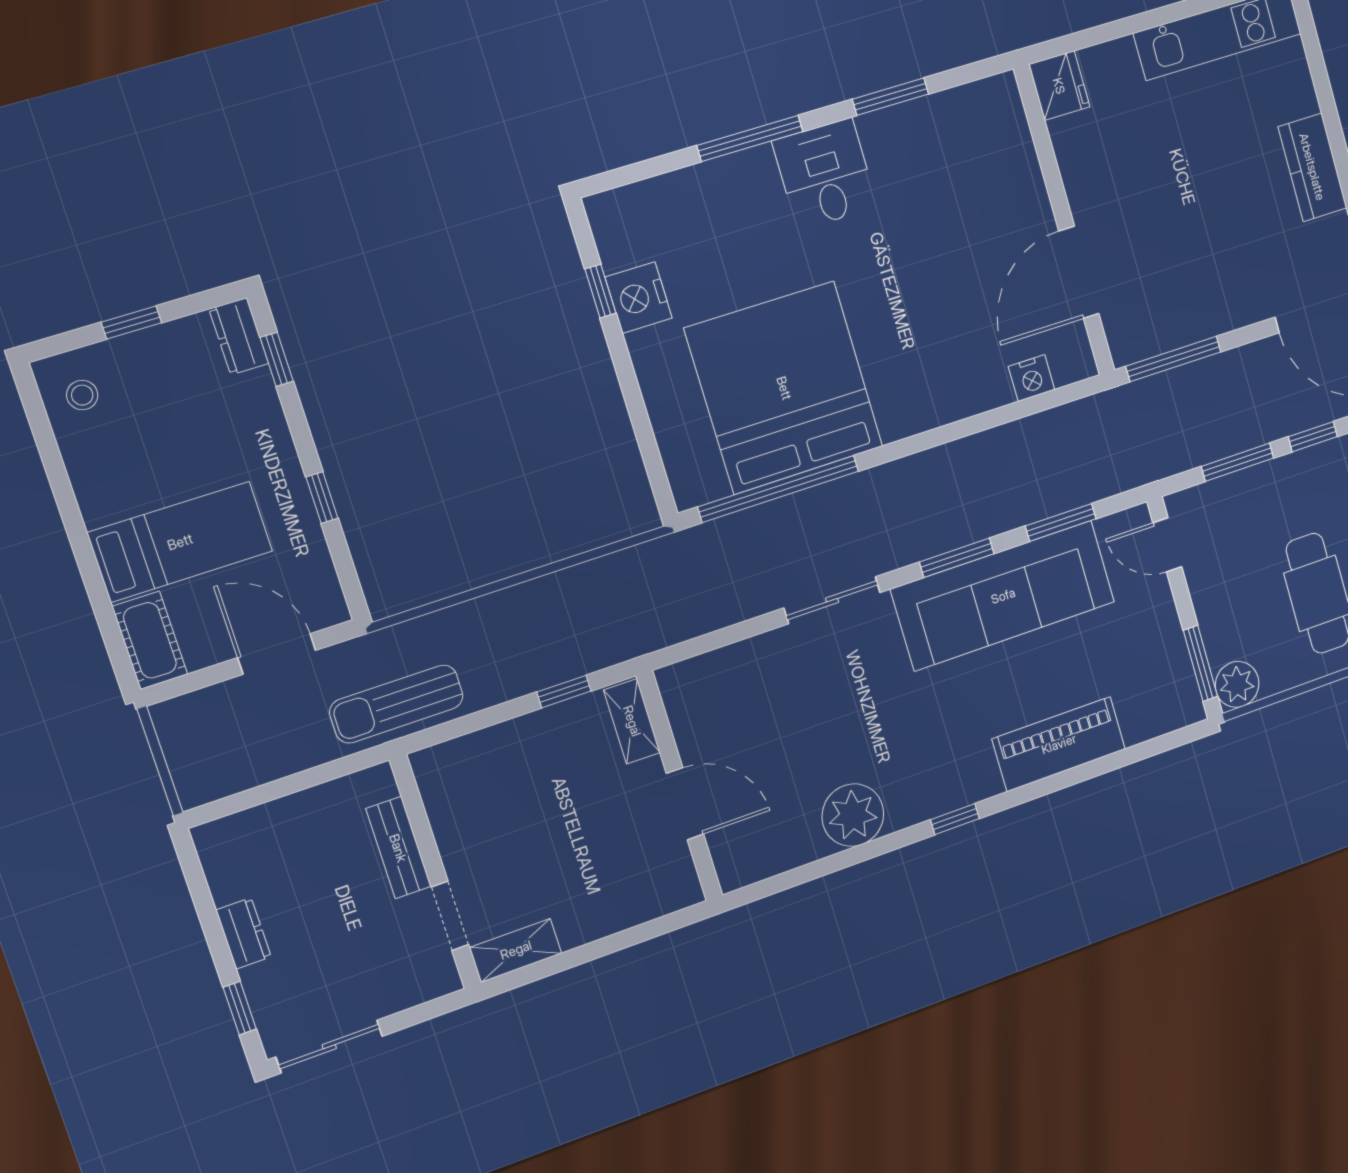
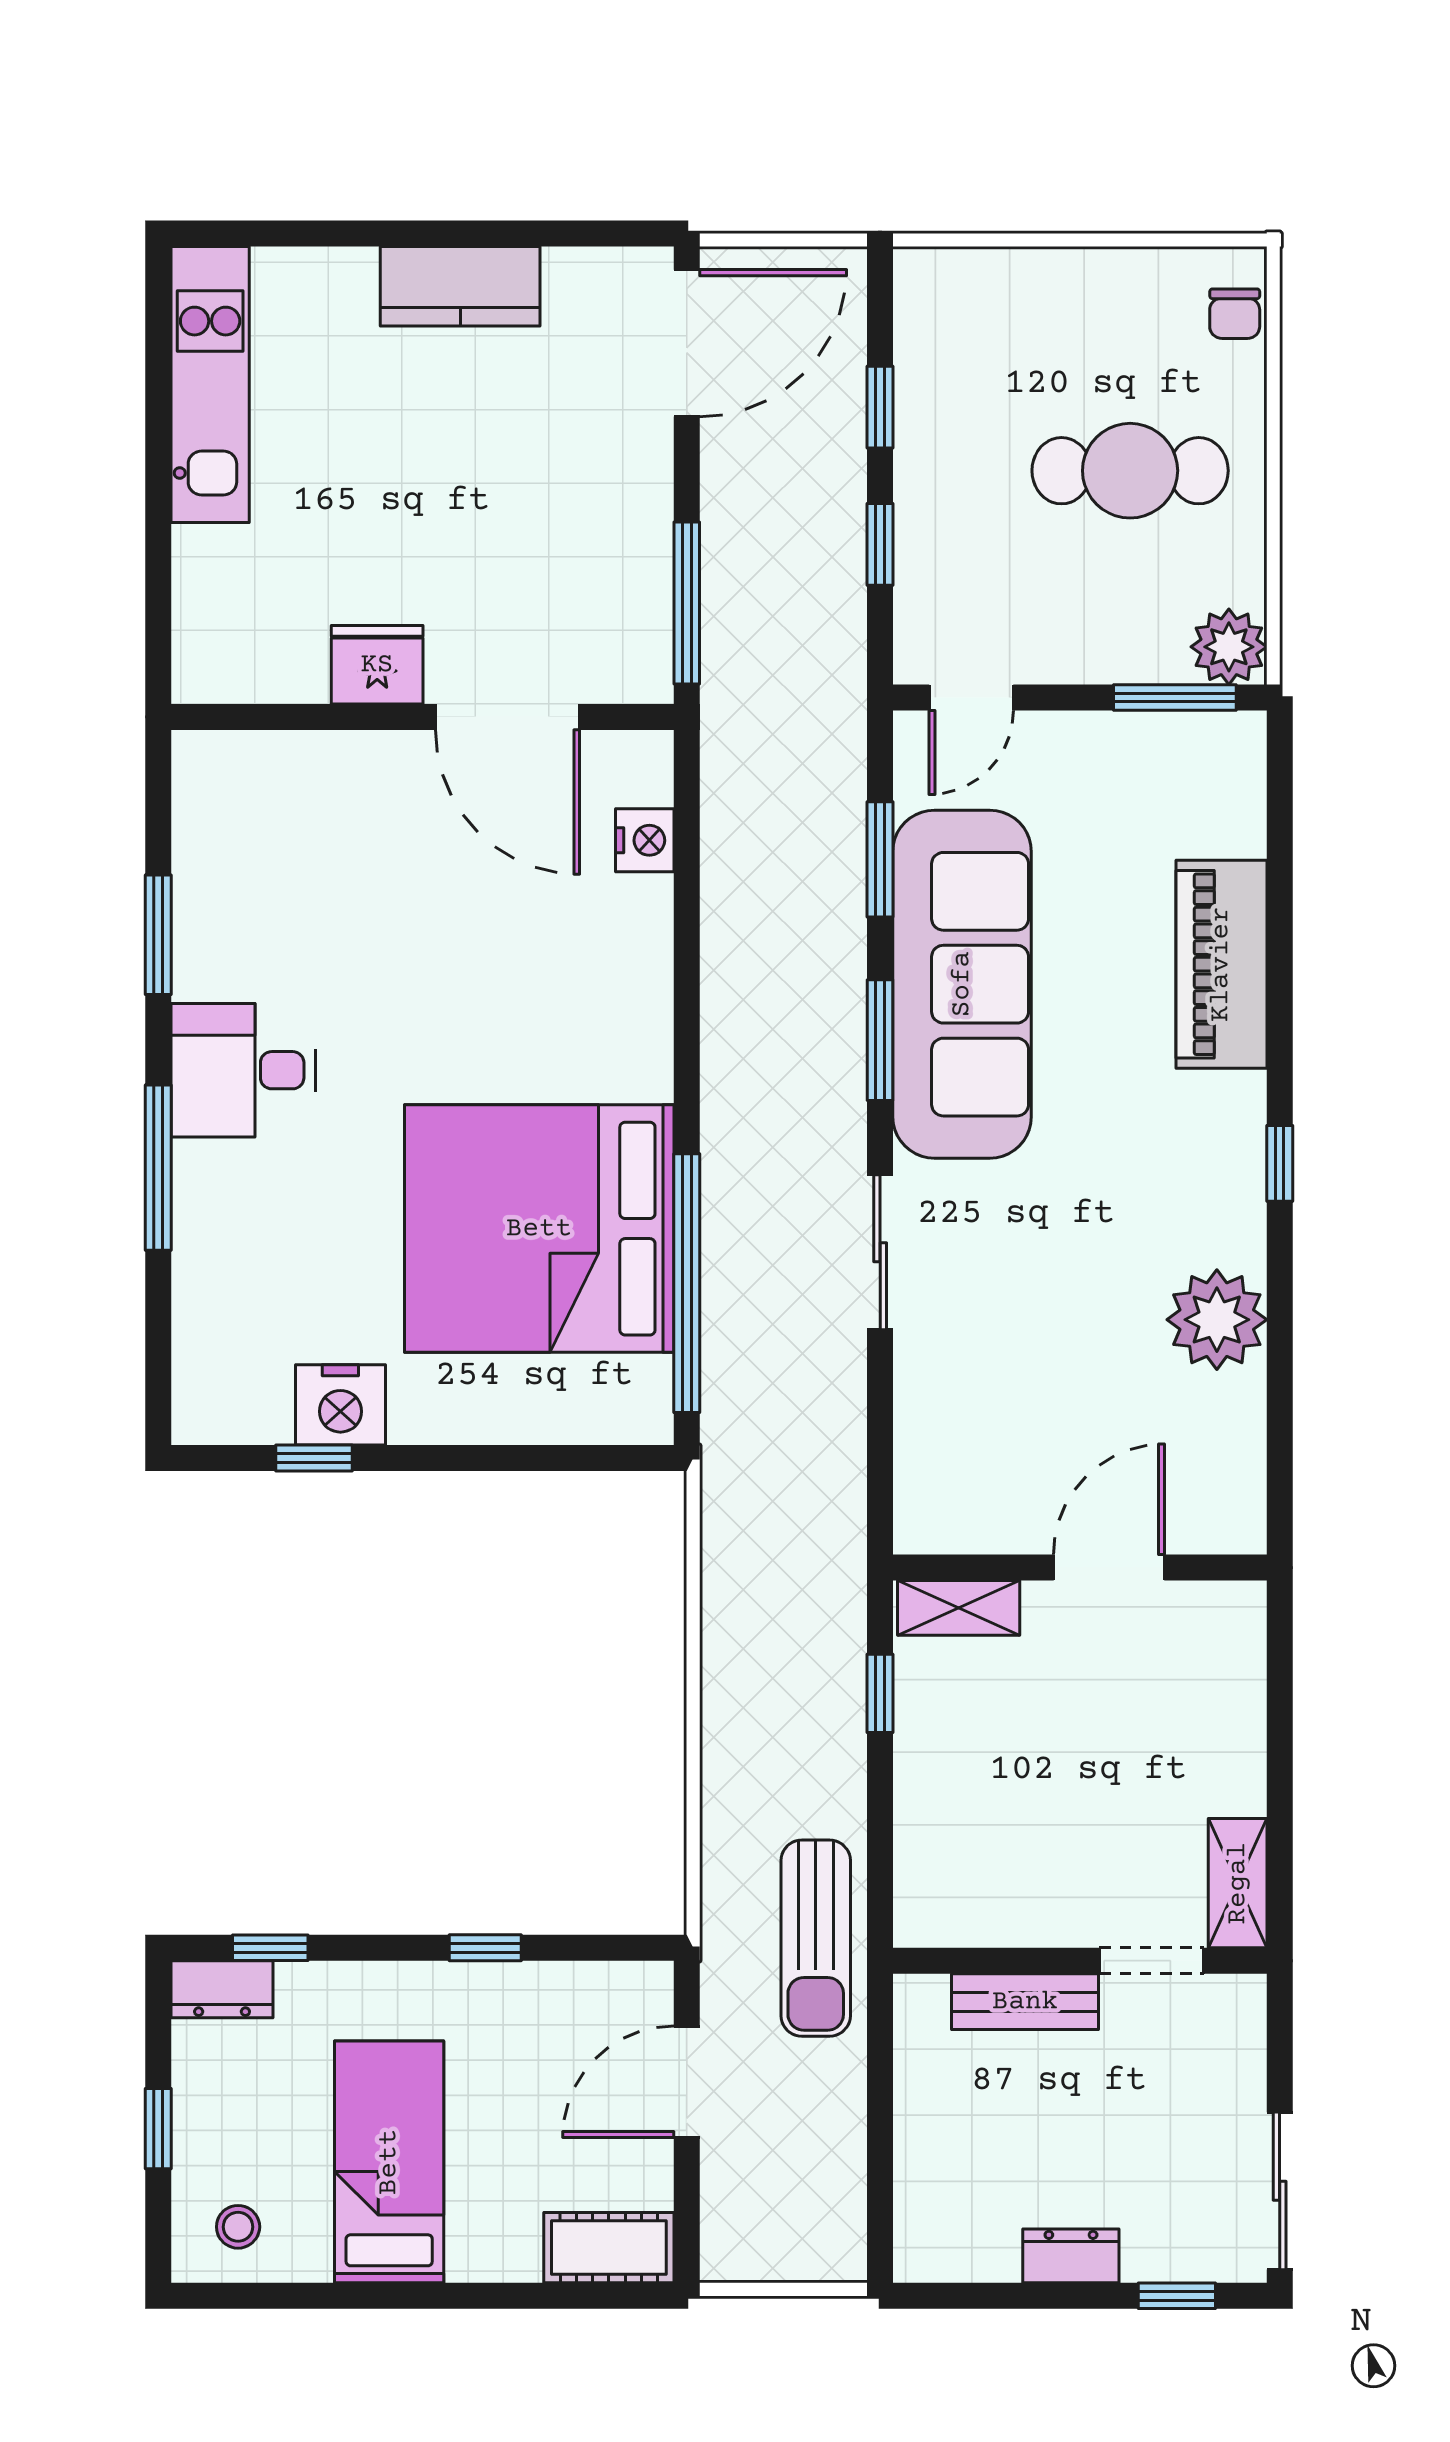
fridge: (1059, 86) -> (377, 665), moved
window: (1238, 462) -> (880, 544), width x0.67
bed: (180, 542) -> (389, 2162), moved

